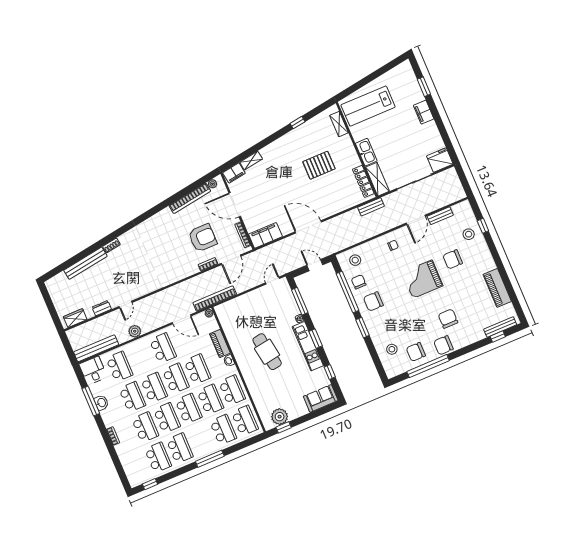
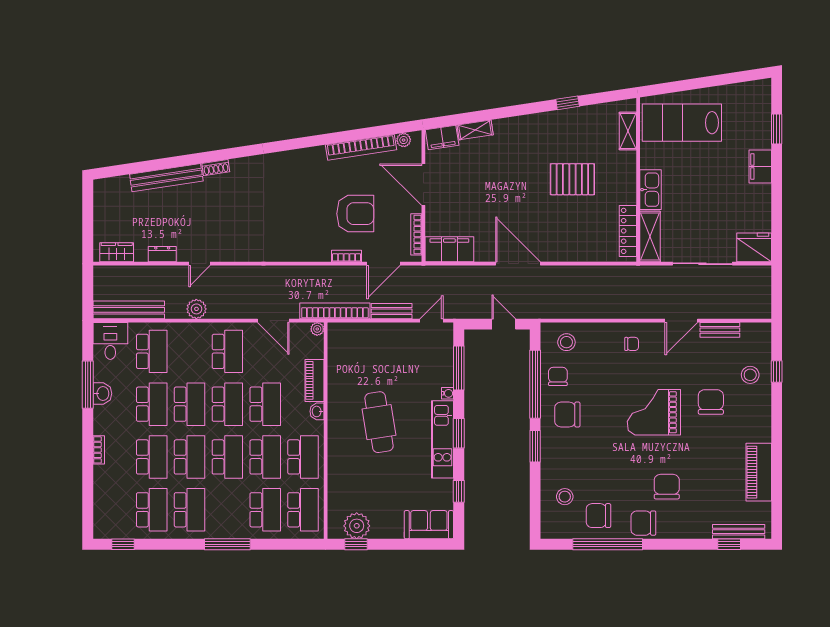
bench: (371, 207) -> (392, 311), moved
chair: (453, 259) -> (711, 402), turned 90

